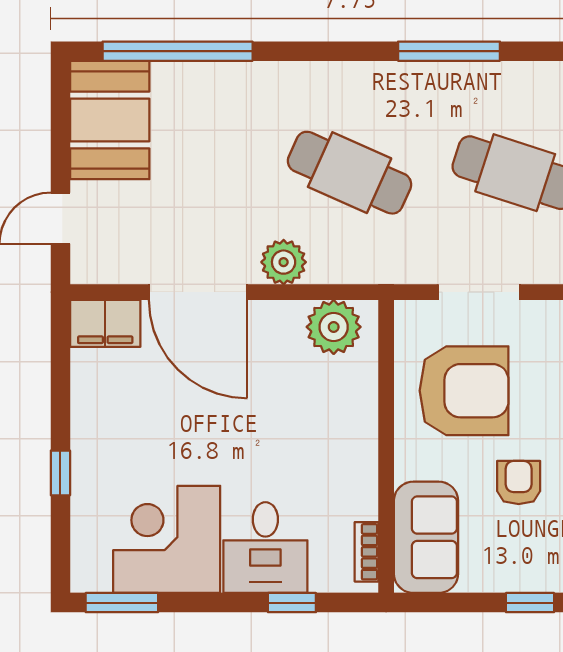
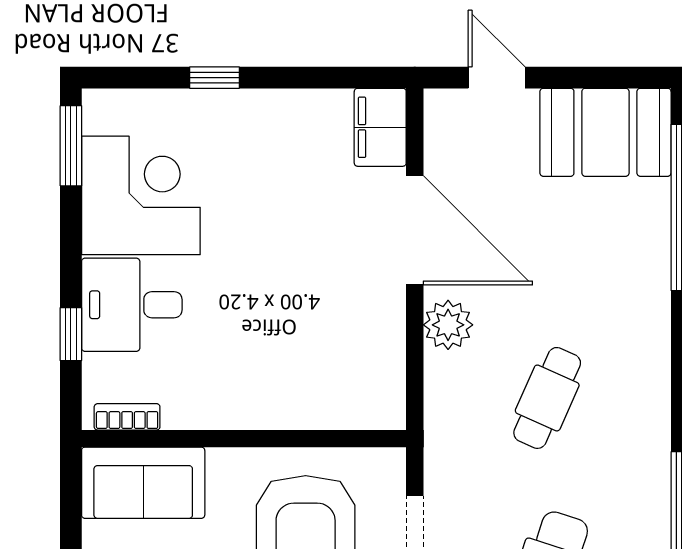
cafe table: (350, 173) -> (547, 398), width x0.73, depth x0.74
door: (198, 292) -> (415, 230), swing flipped
plant: (334, 327) -> (376, 380), removed

